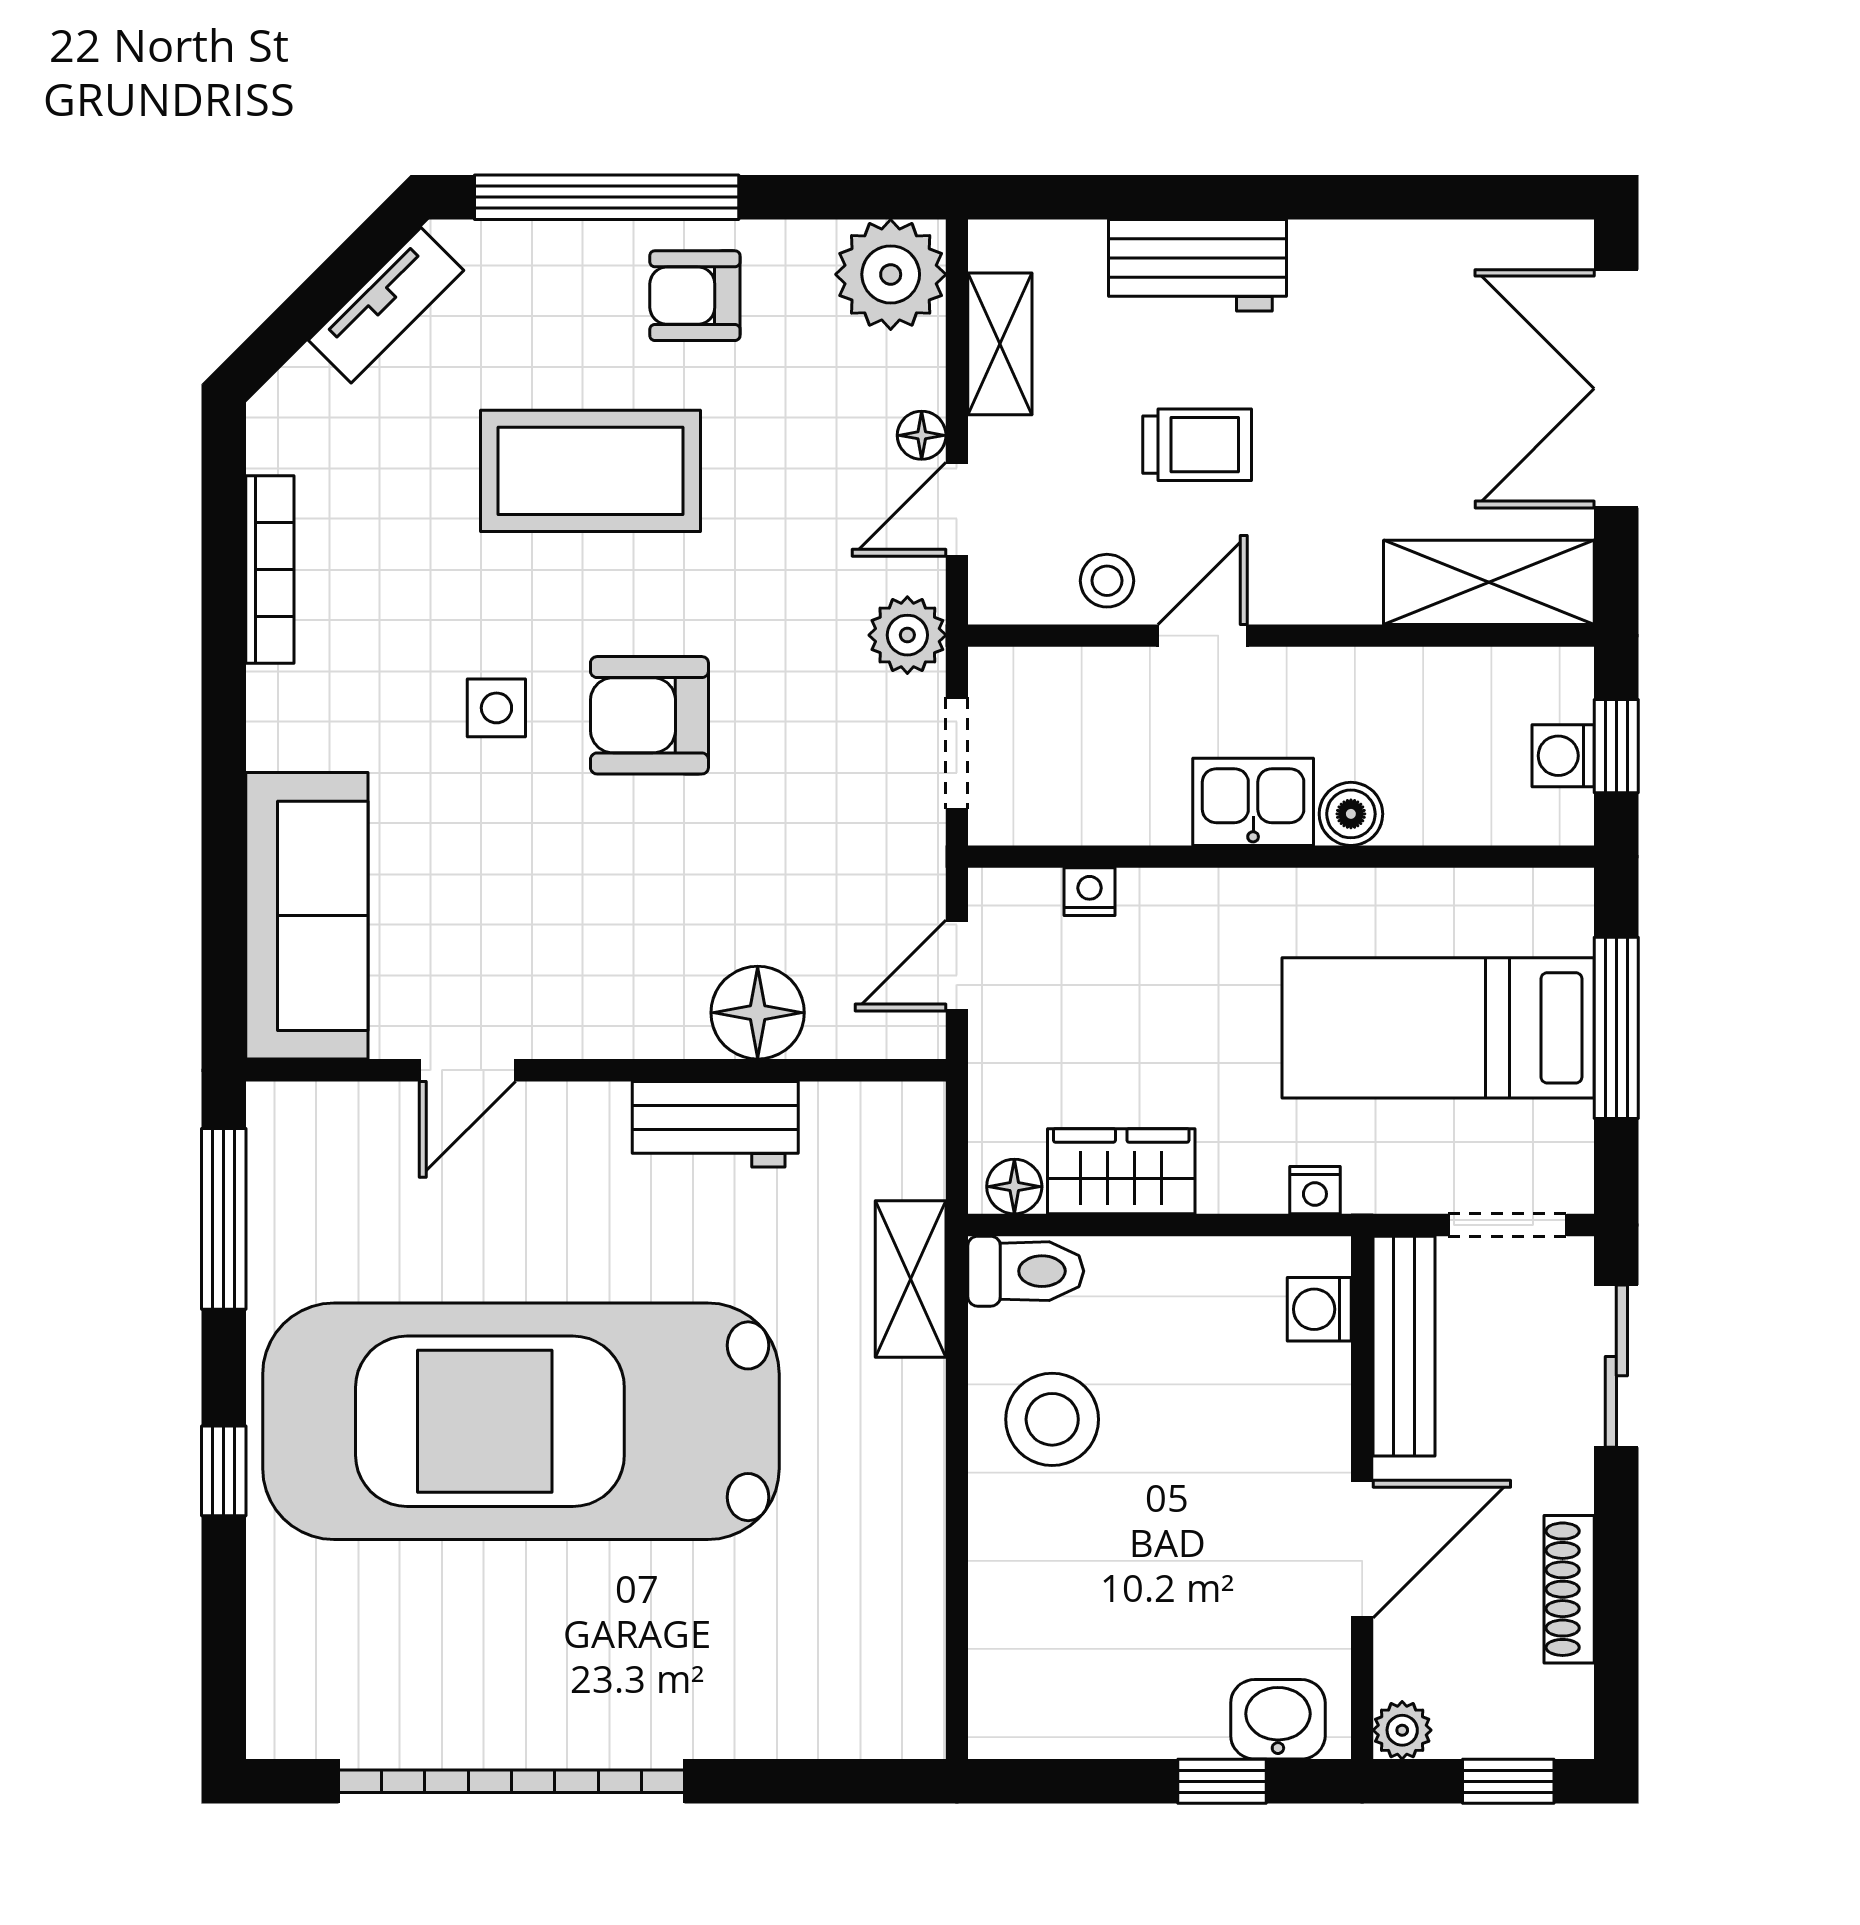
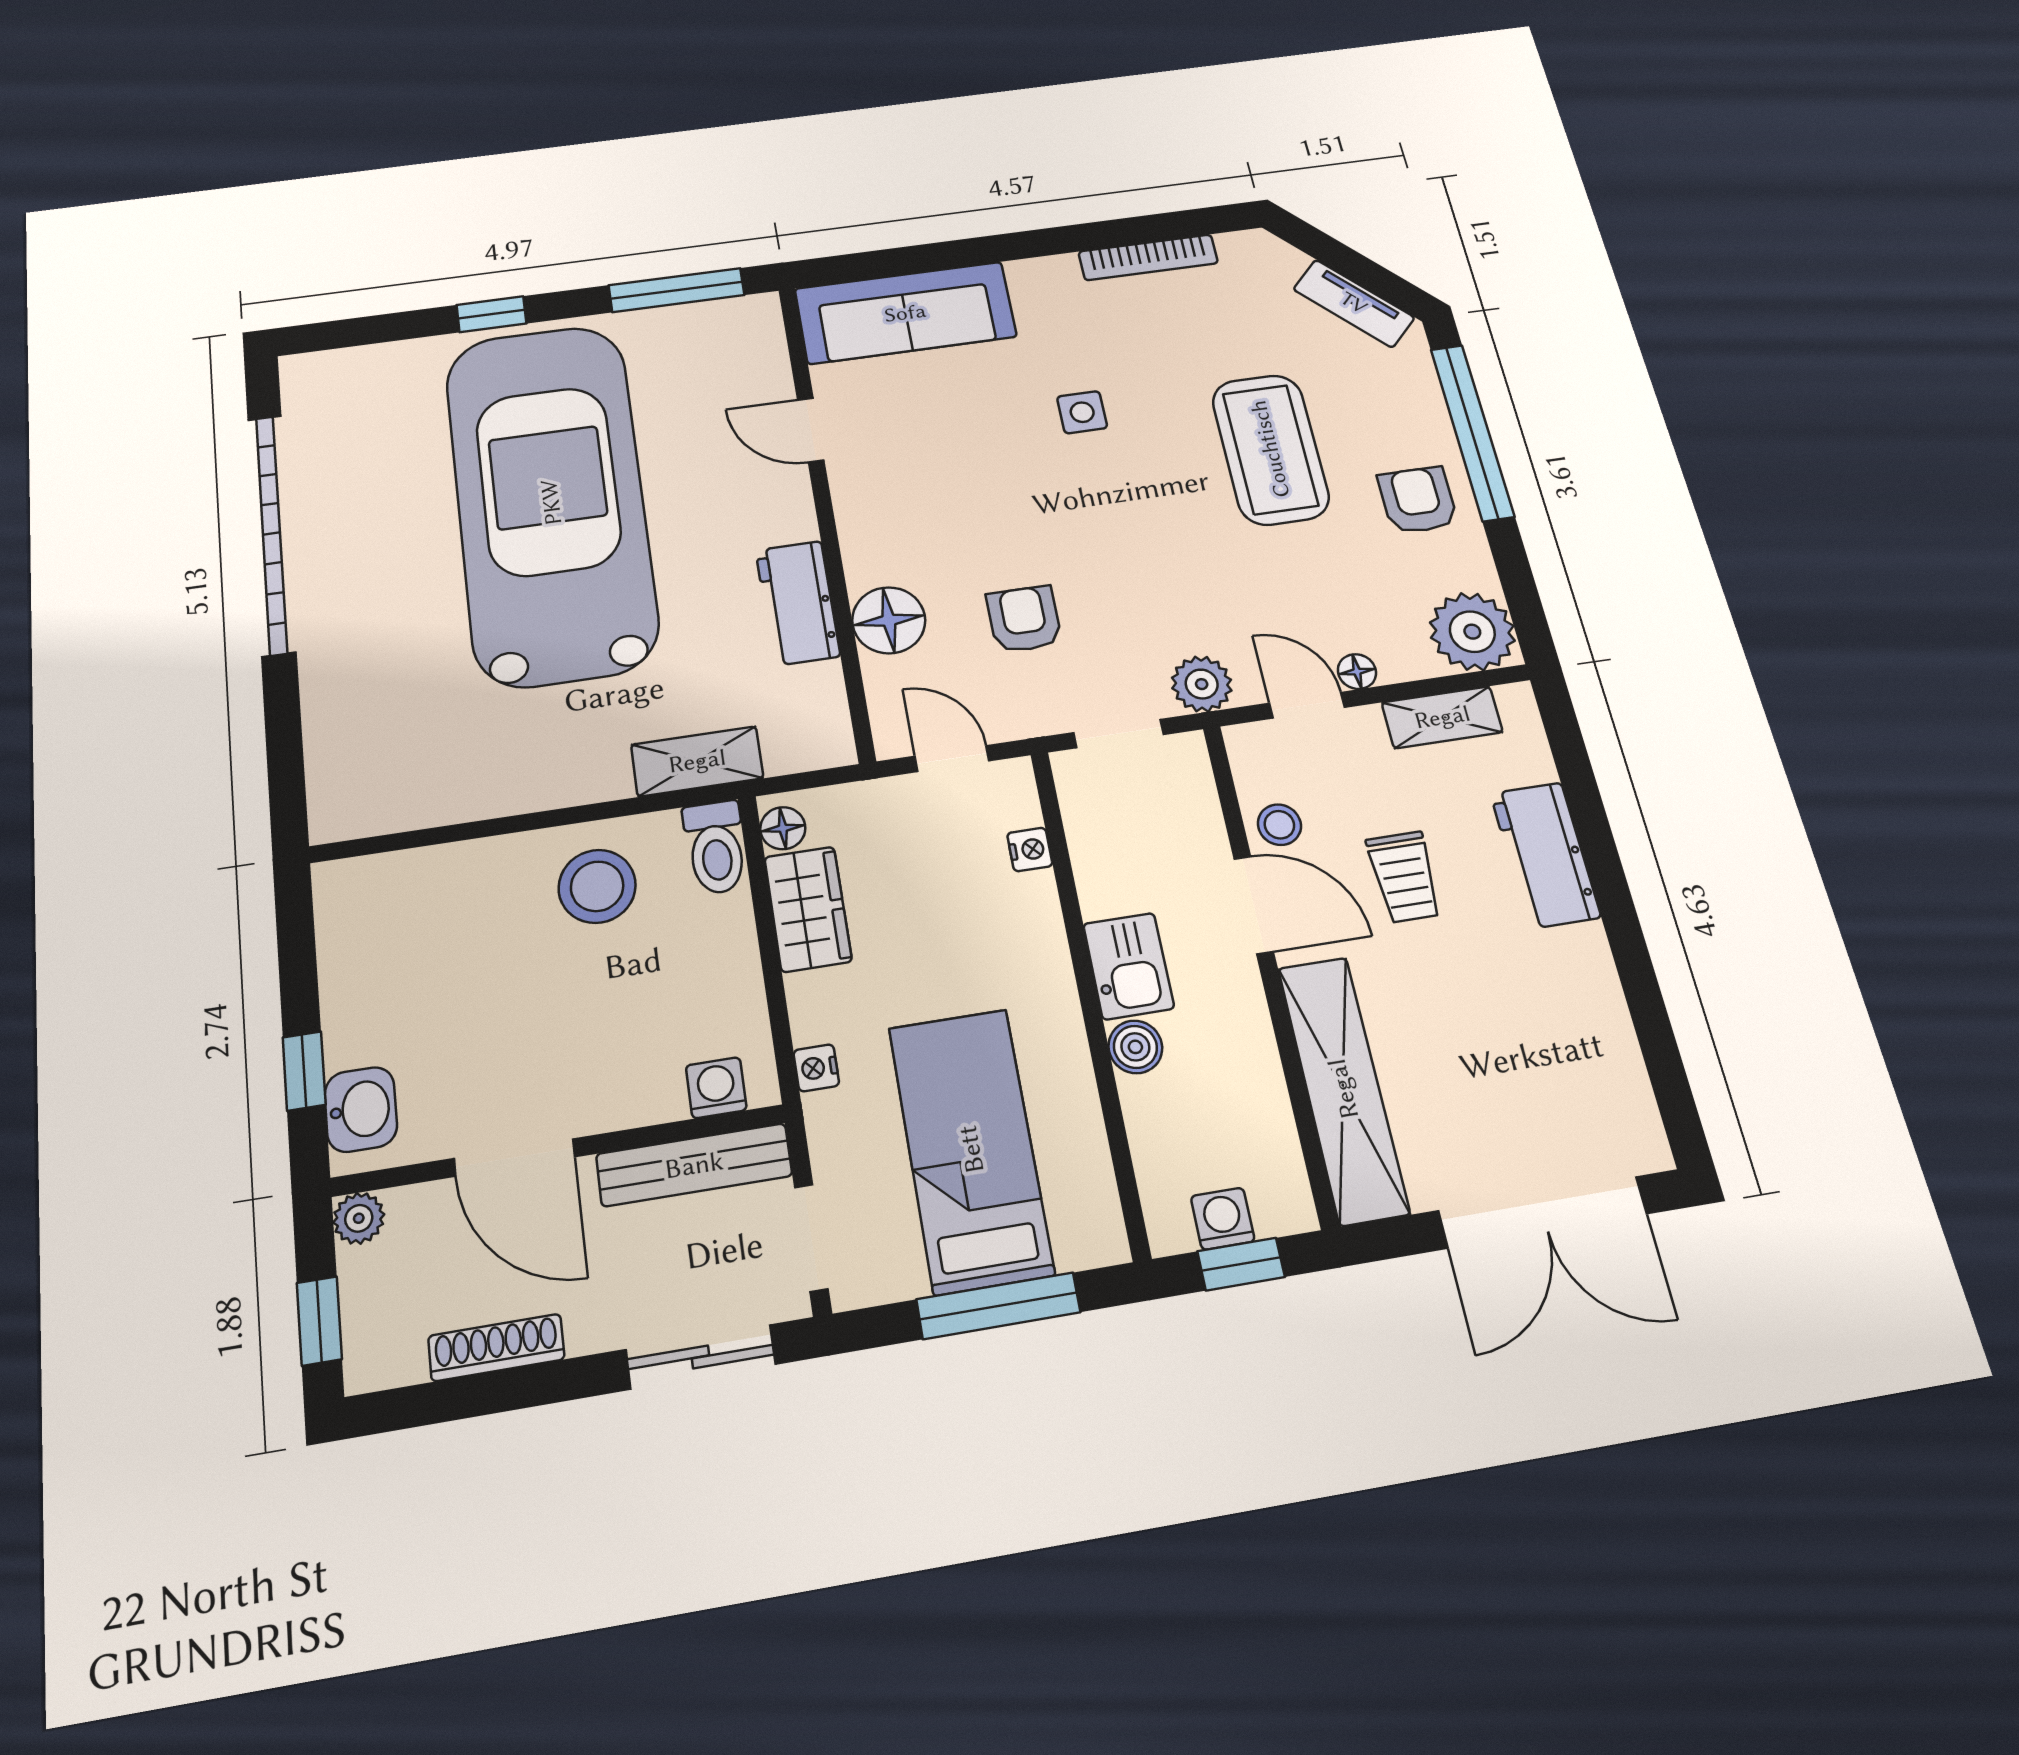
double door: (1616, 389) -> (1543, 1212), swing flipped
shelving: (1489, 582) -> (1343, 1089), width x1.47
door: (1202, 636) -> (1254, 905), width x1.38
armchair: (649, 715) -> (1024, 619), moved, width x0.72, depth x0.72

